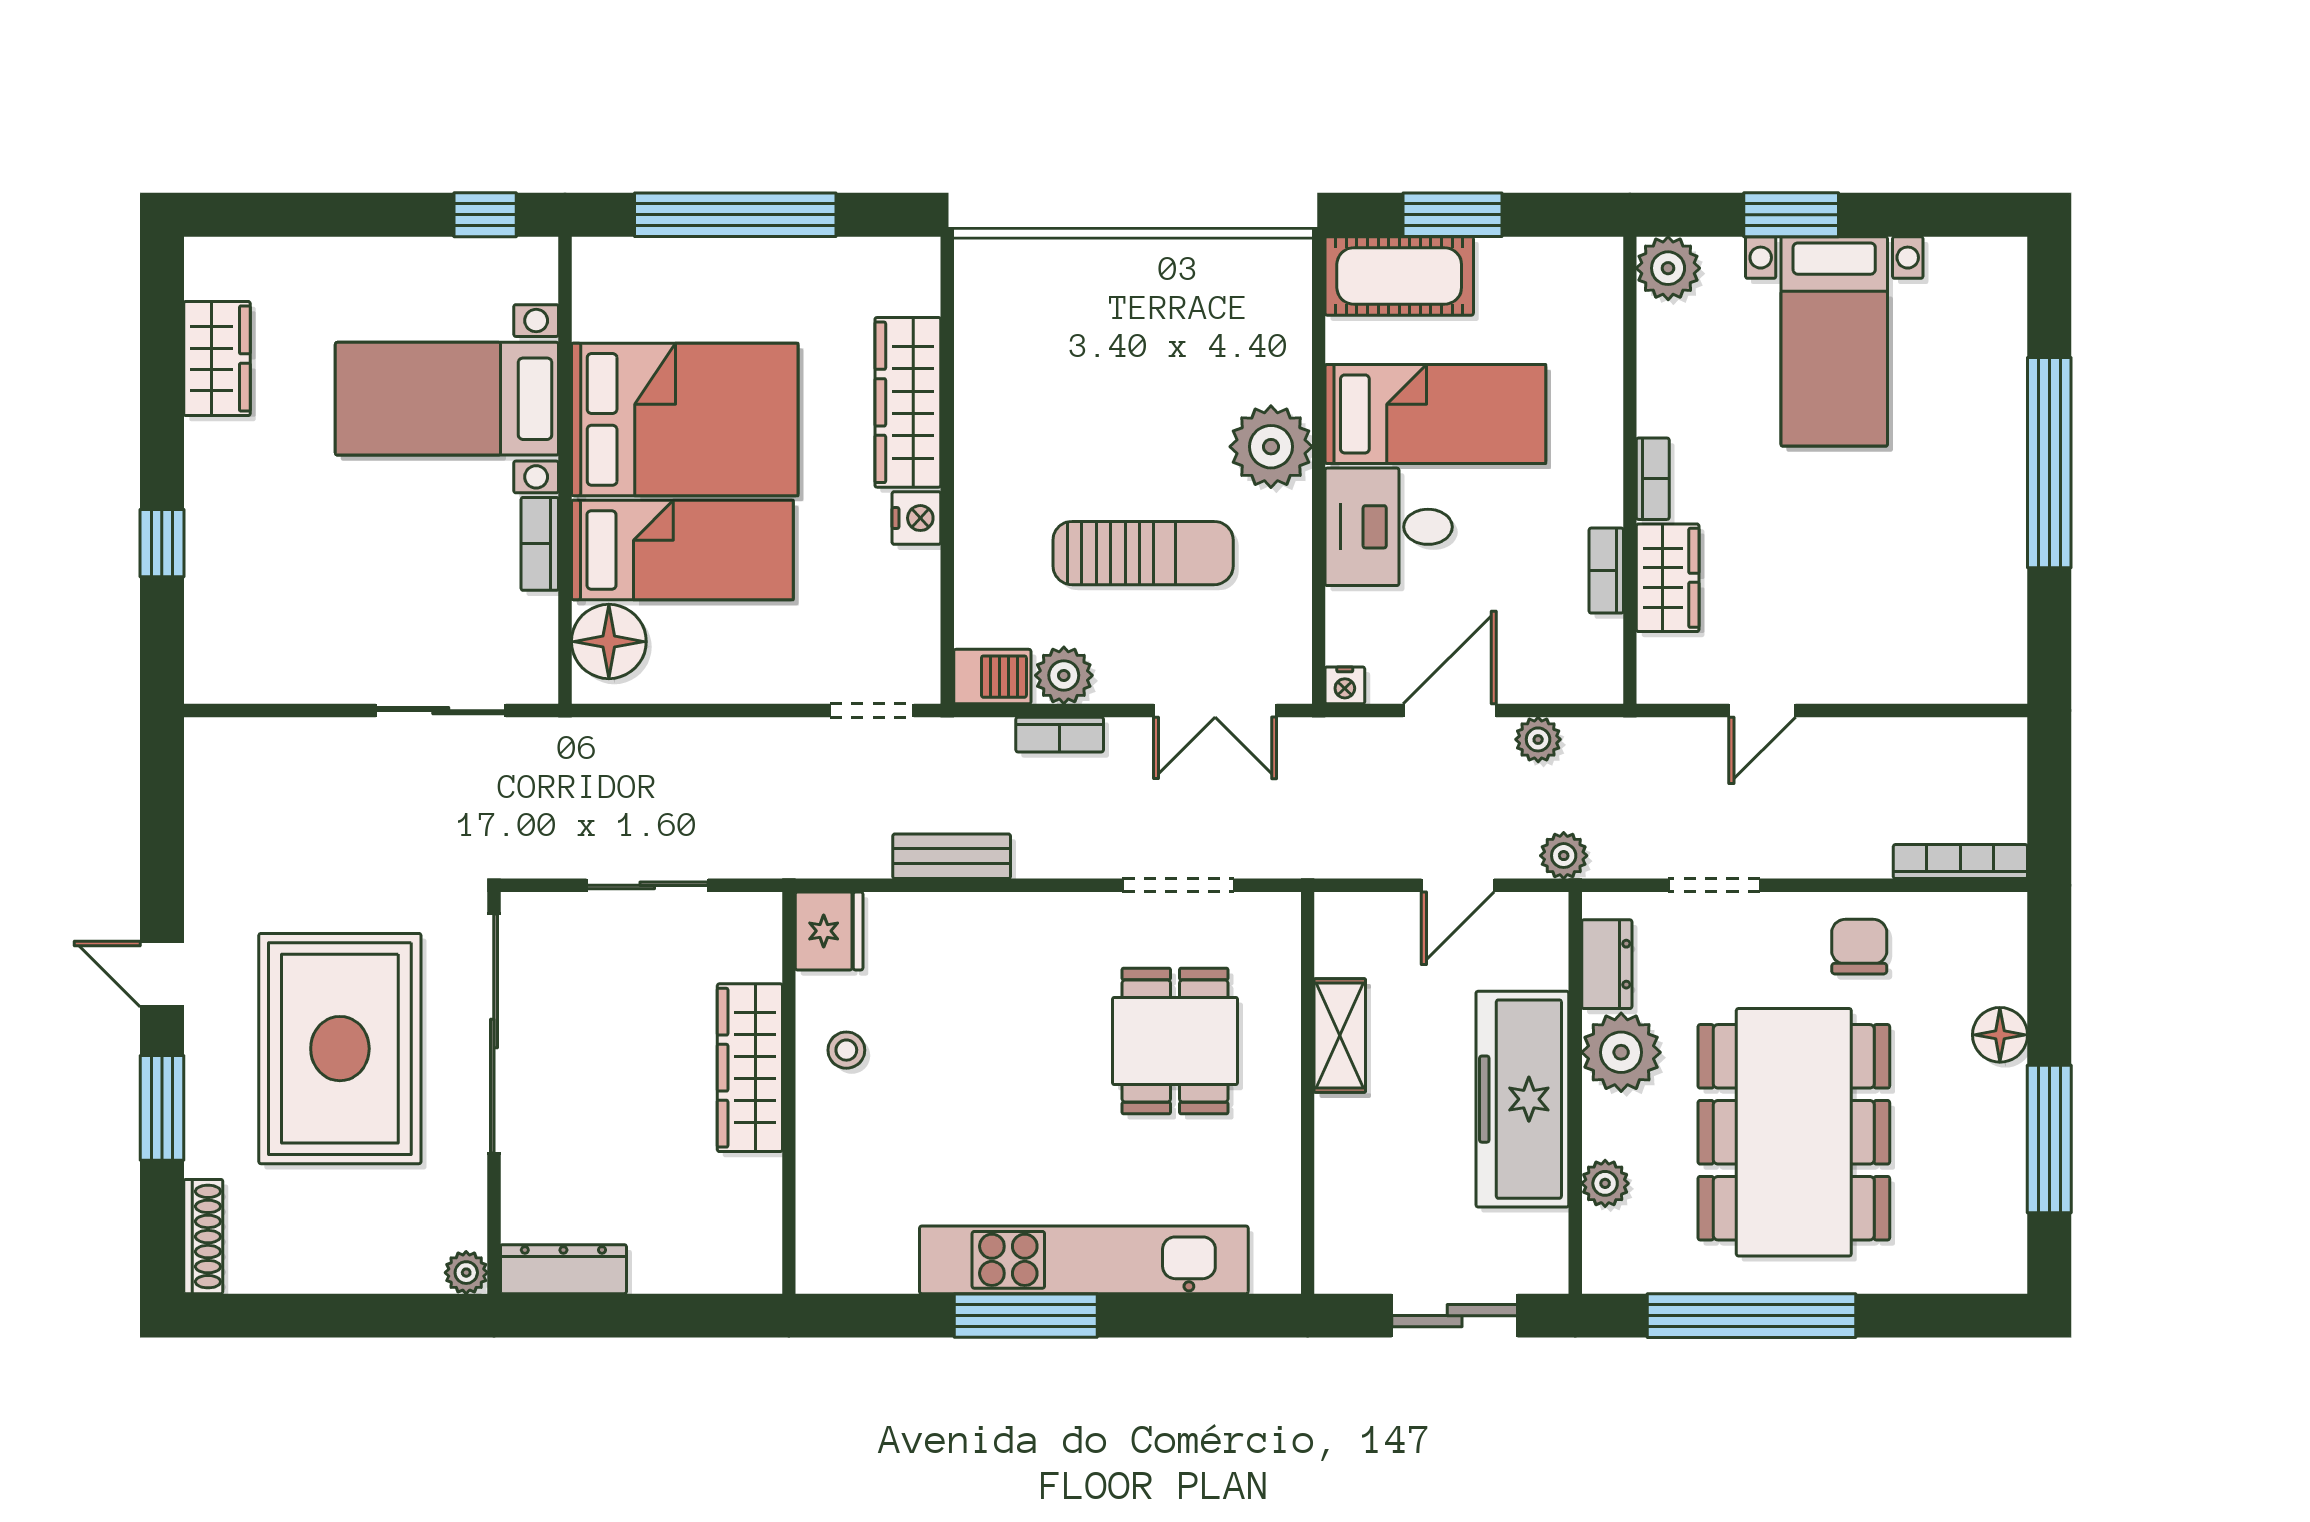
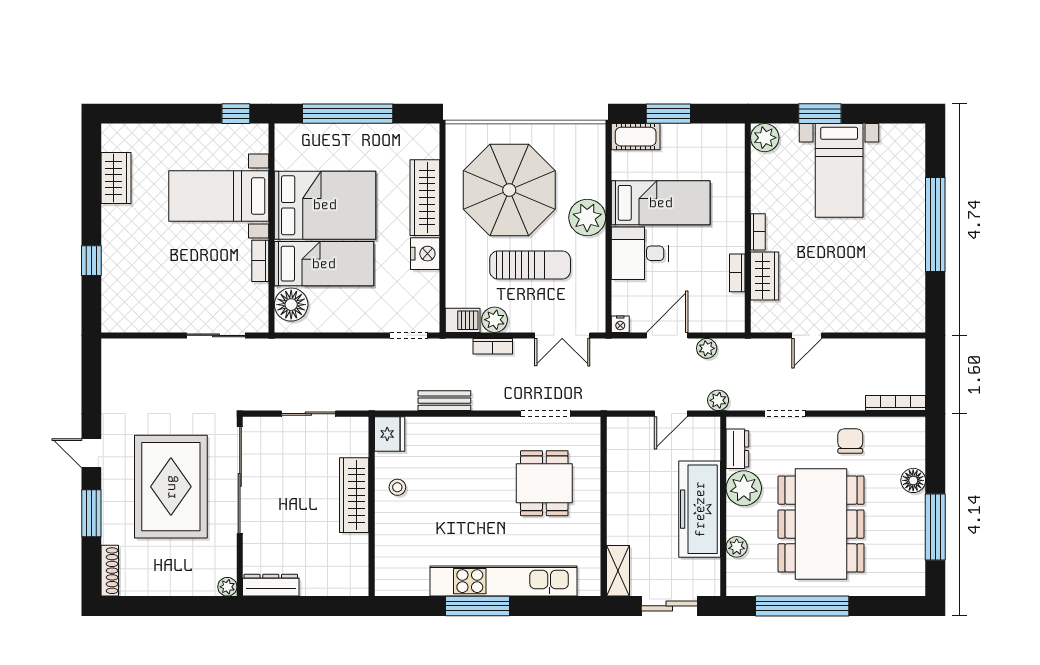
cot: (1399, 276) -> (636, 137), width x0.73, depth x0.75
parasol: (1097, 385) -> (509, 190), added
nightstand: (916, 518) -> (425, 254), width x1.36, depth x1.33
shelving: (1340, 1035) -> (618, 571), moved

